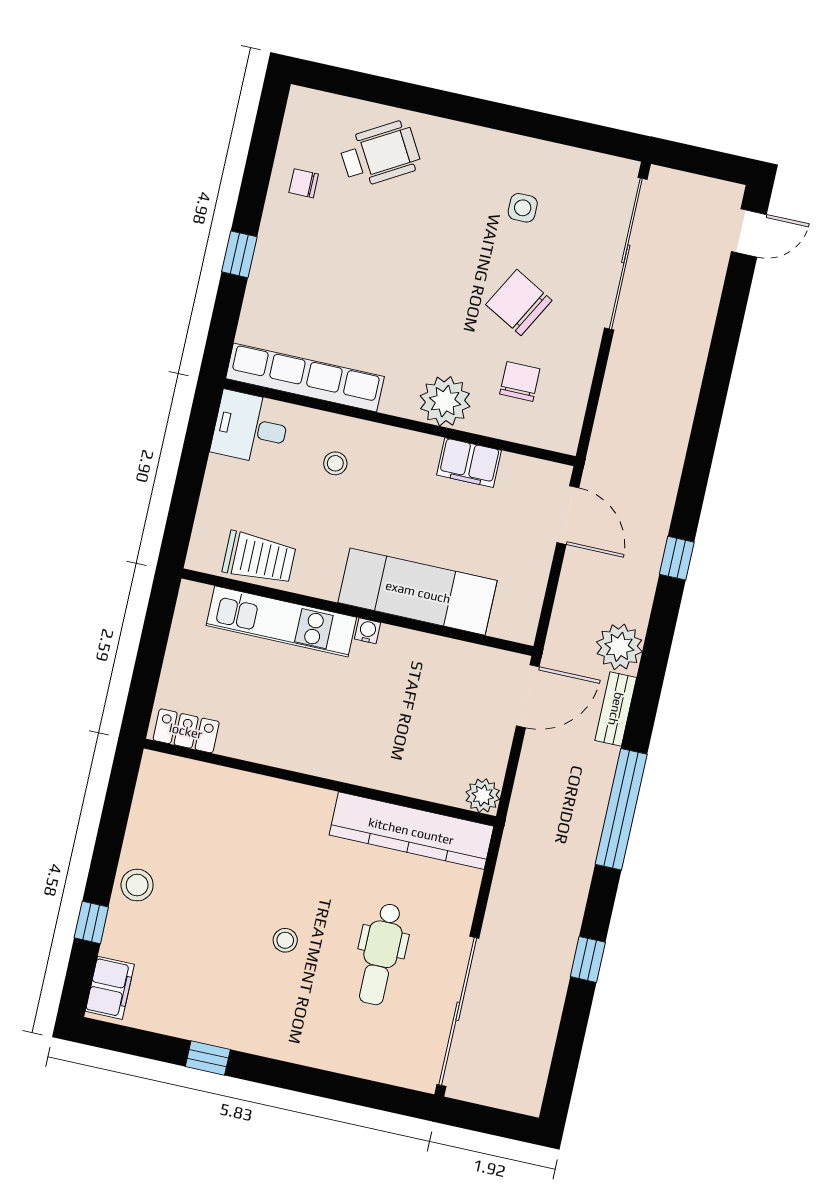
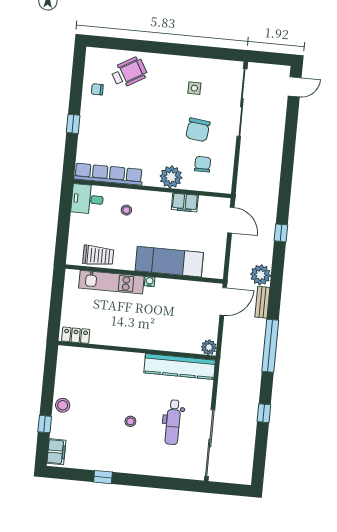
chair: (519, 302) -> (198, 130), turned -112

